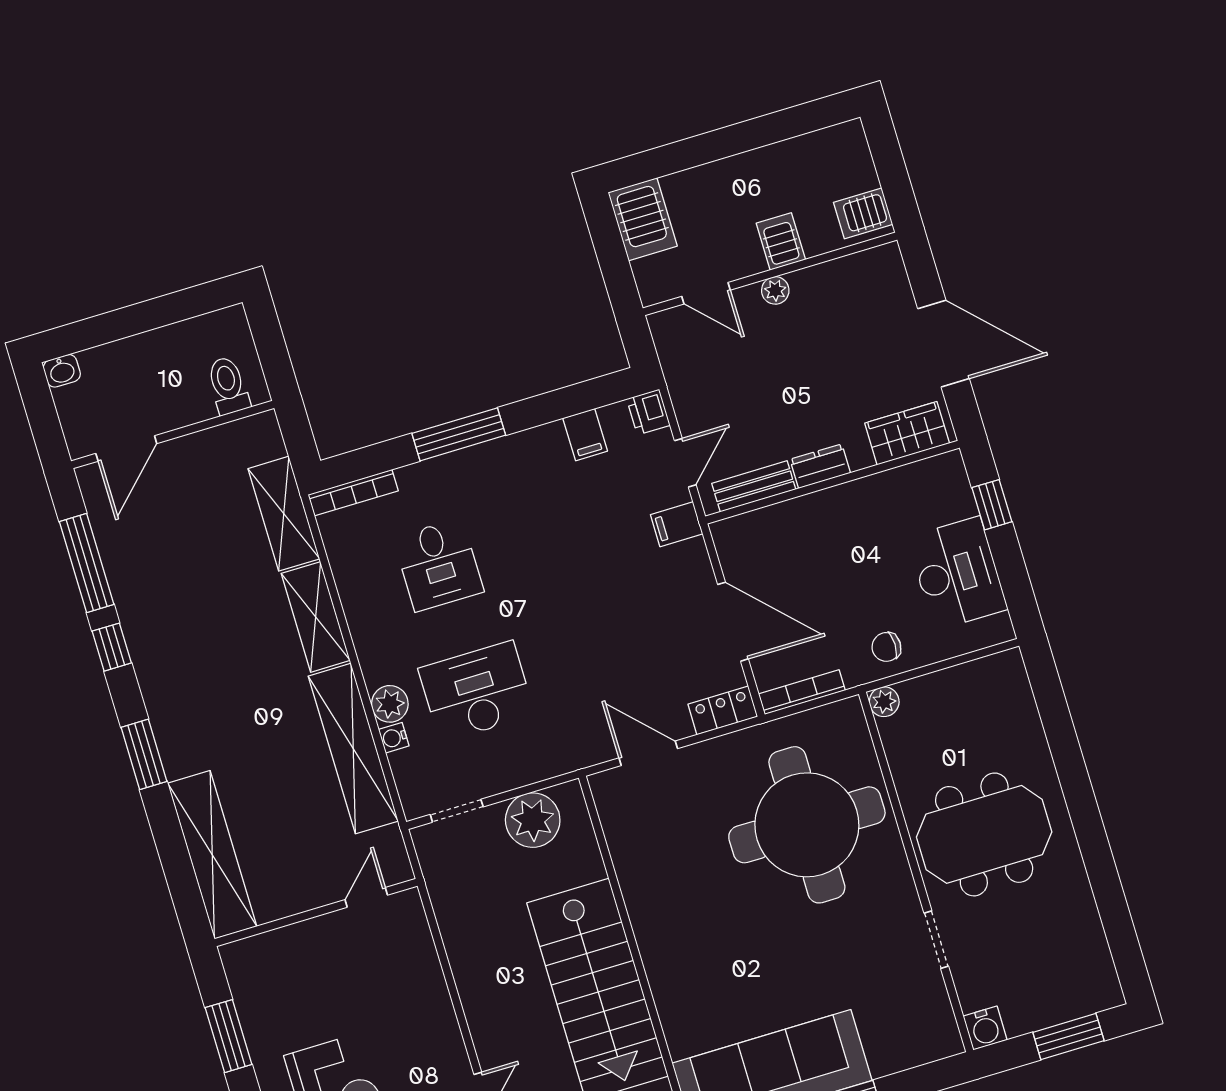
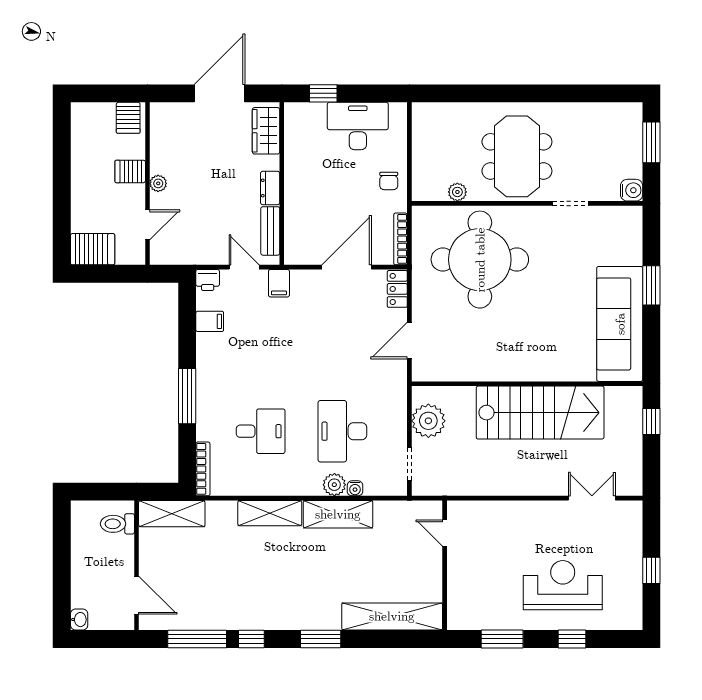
shelving: (284, 514) -> (172, 514), moved
plant: (884, 702) -> (457, 192), moved
shelving: (353, 749) -> (338, 514), width x0.68

